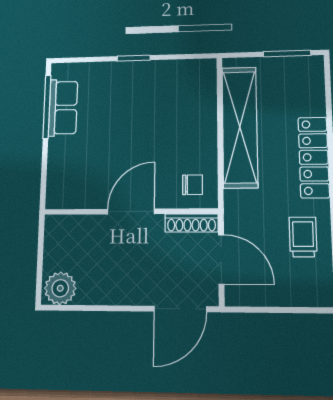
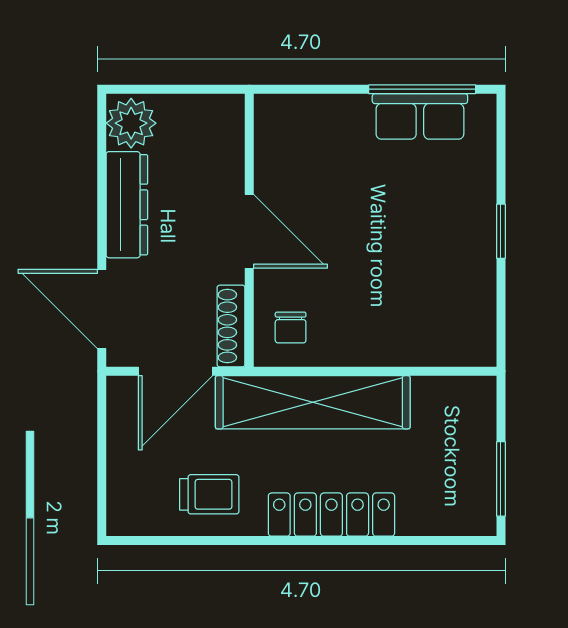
shelving: (240, 127) -> (313, 402), moved
dresser: (112, 291) -> (127, 205), added

